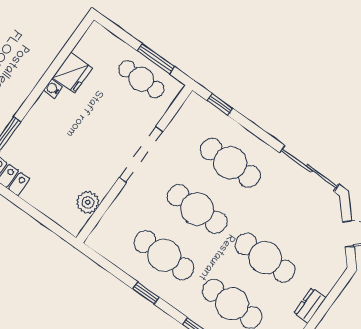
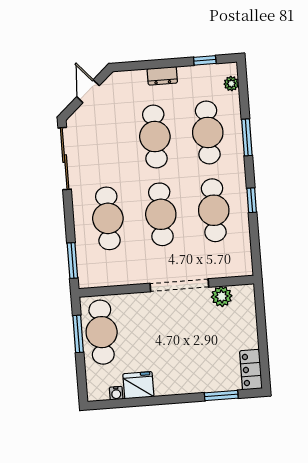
cafe table: (141, 79) -> (102, 332), width x1.37, depth x1.35
water cooler: (53, 89) -> (116, 393), moved
window: (220, 105) -> (72, 261), width x1.50
doorway: (141, 154) -> (179, 285), moved

